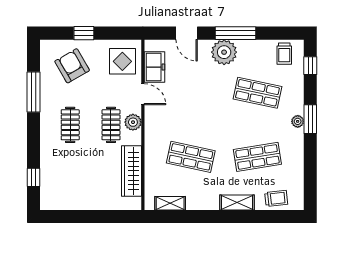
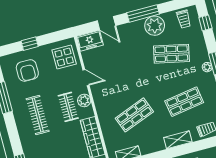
plant: (224, 52) -> (155, 26), moved
armchair: (72, 66) -> (27, 70), turned -150
freezer: (155, 67) -> (90, 41), moved, turned 90
clothes rail: (70, 125) -> (38, 115), width x1.36
shop shelf: (191, 157) -> (134, 115), turned -33

